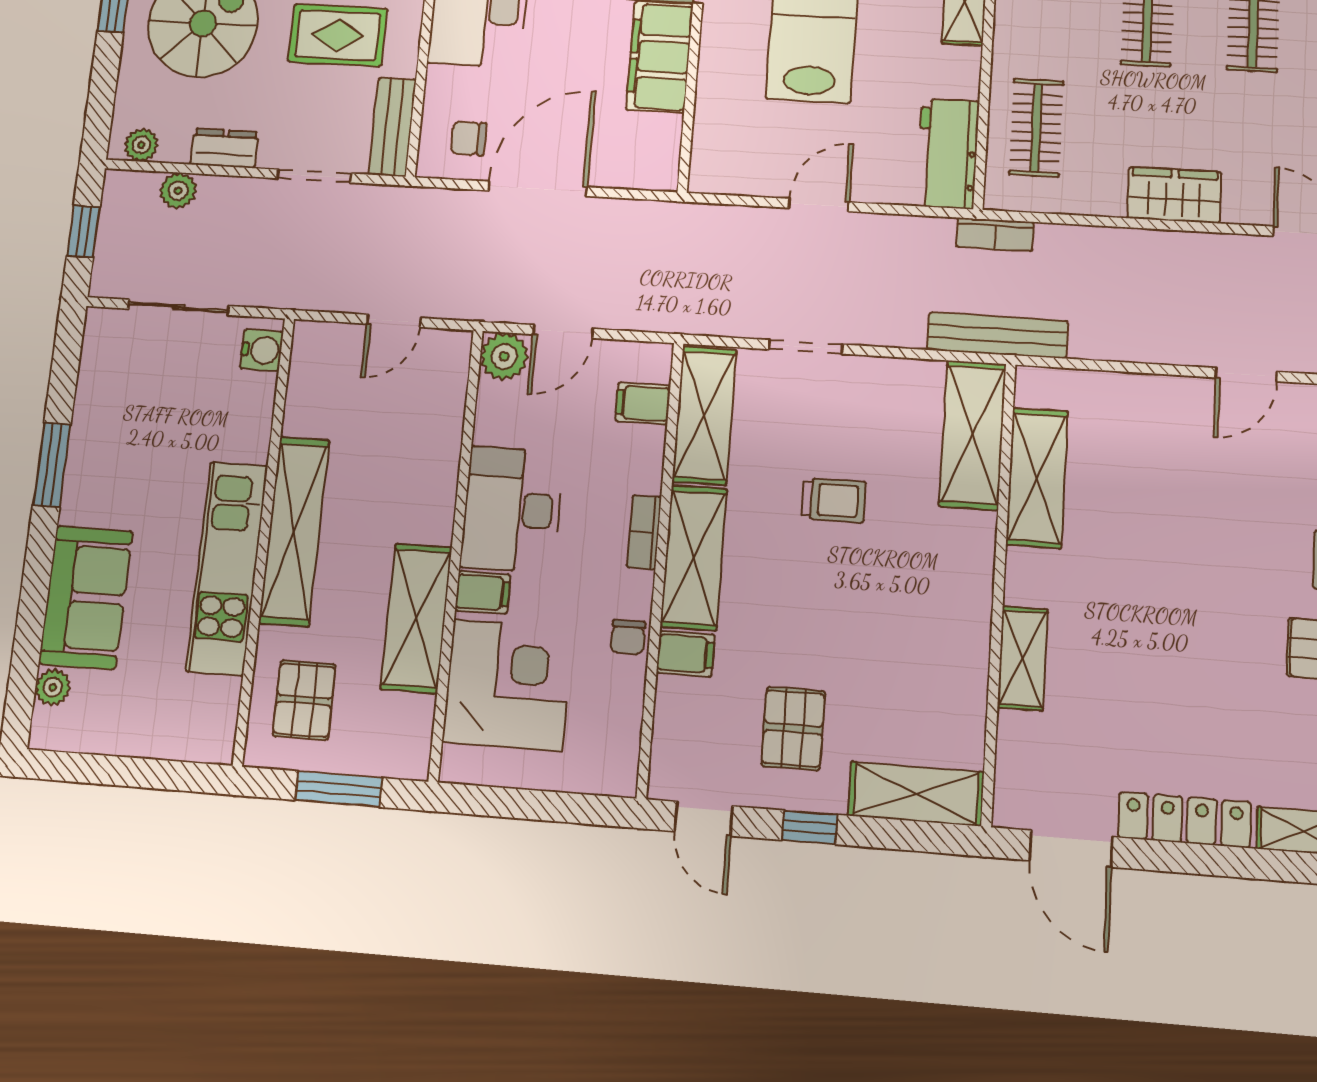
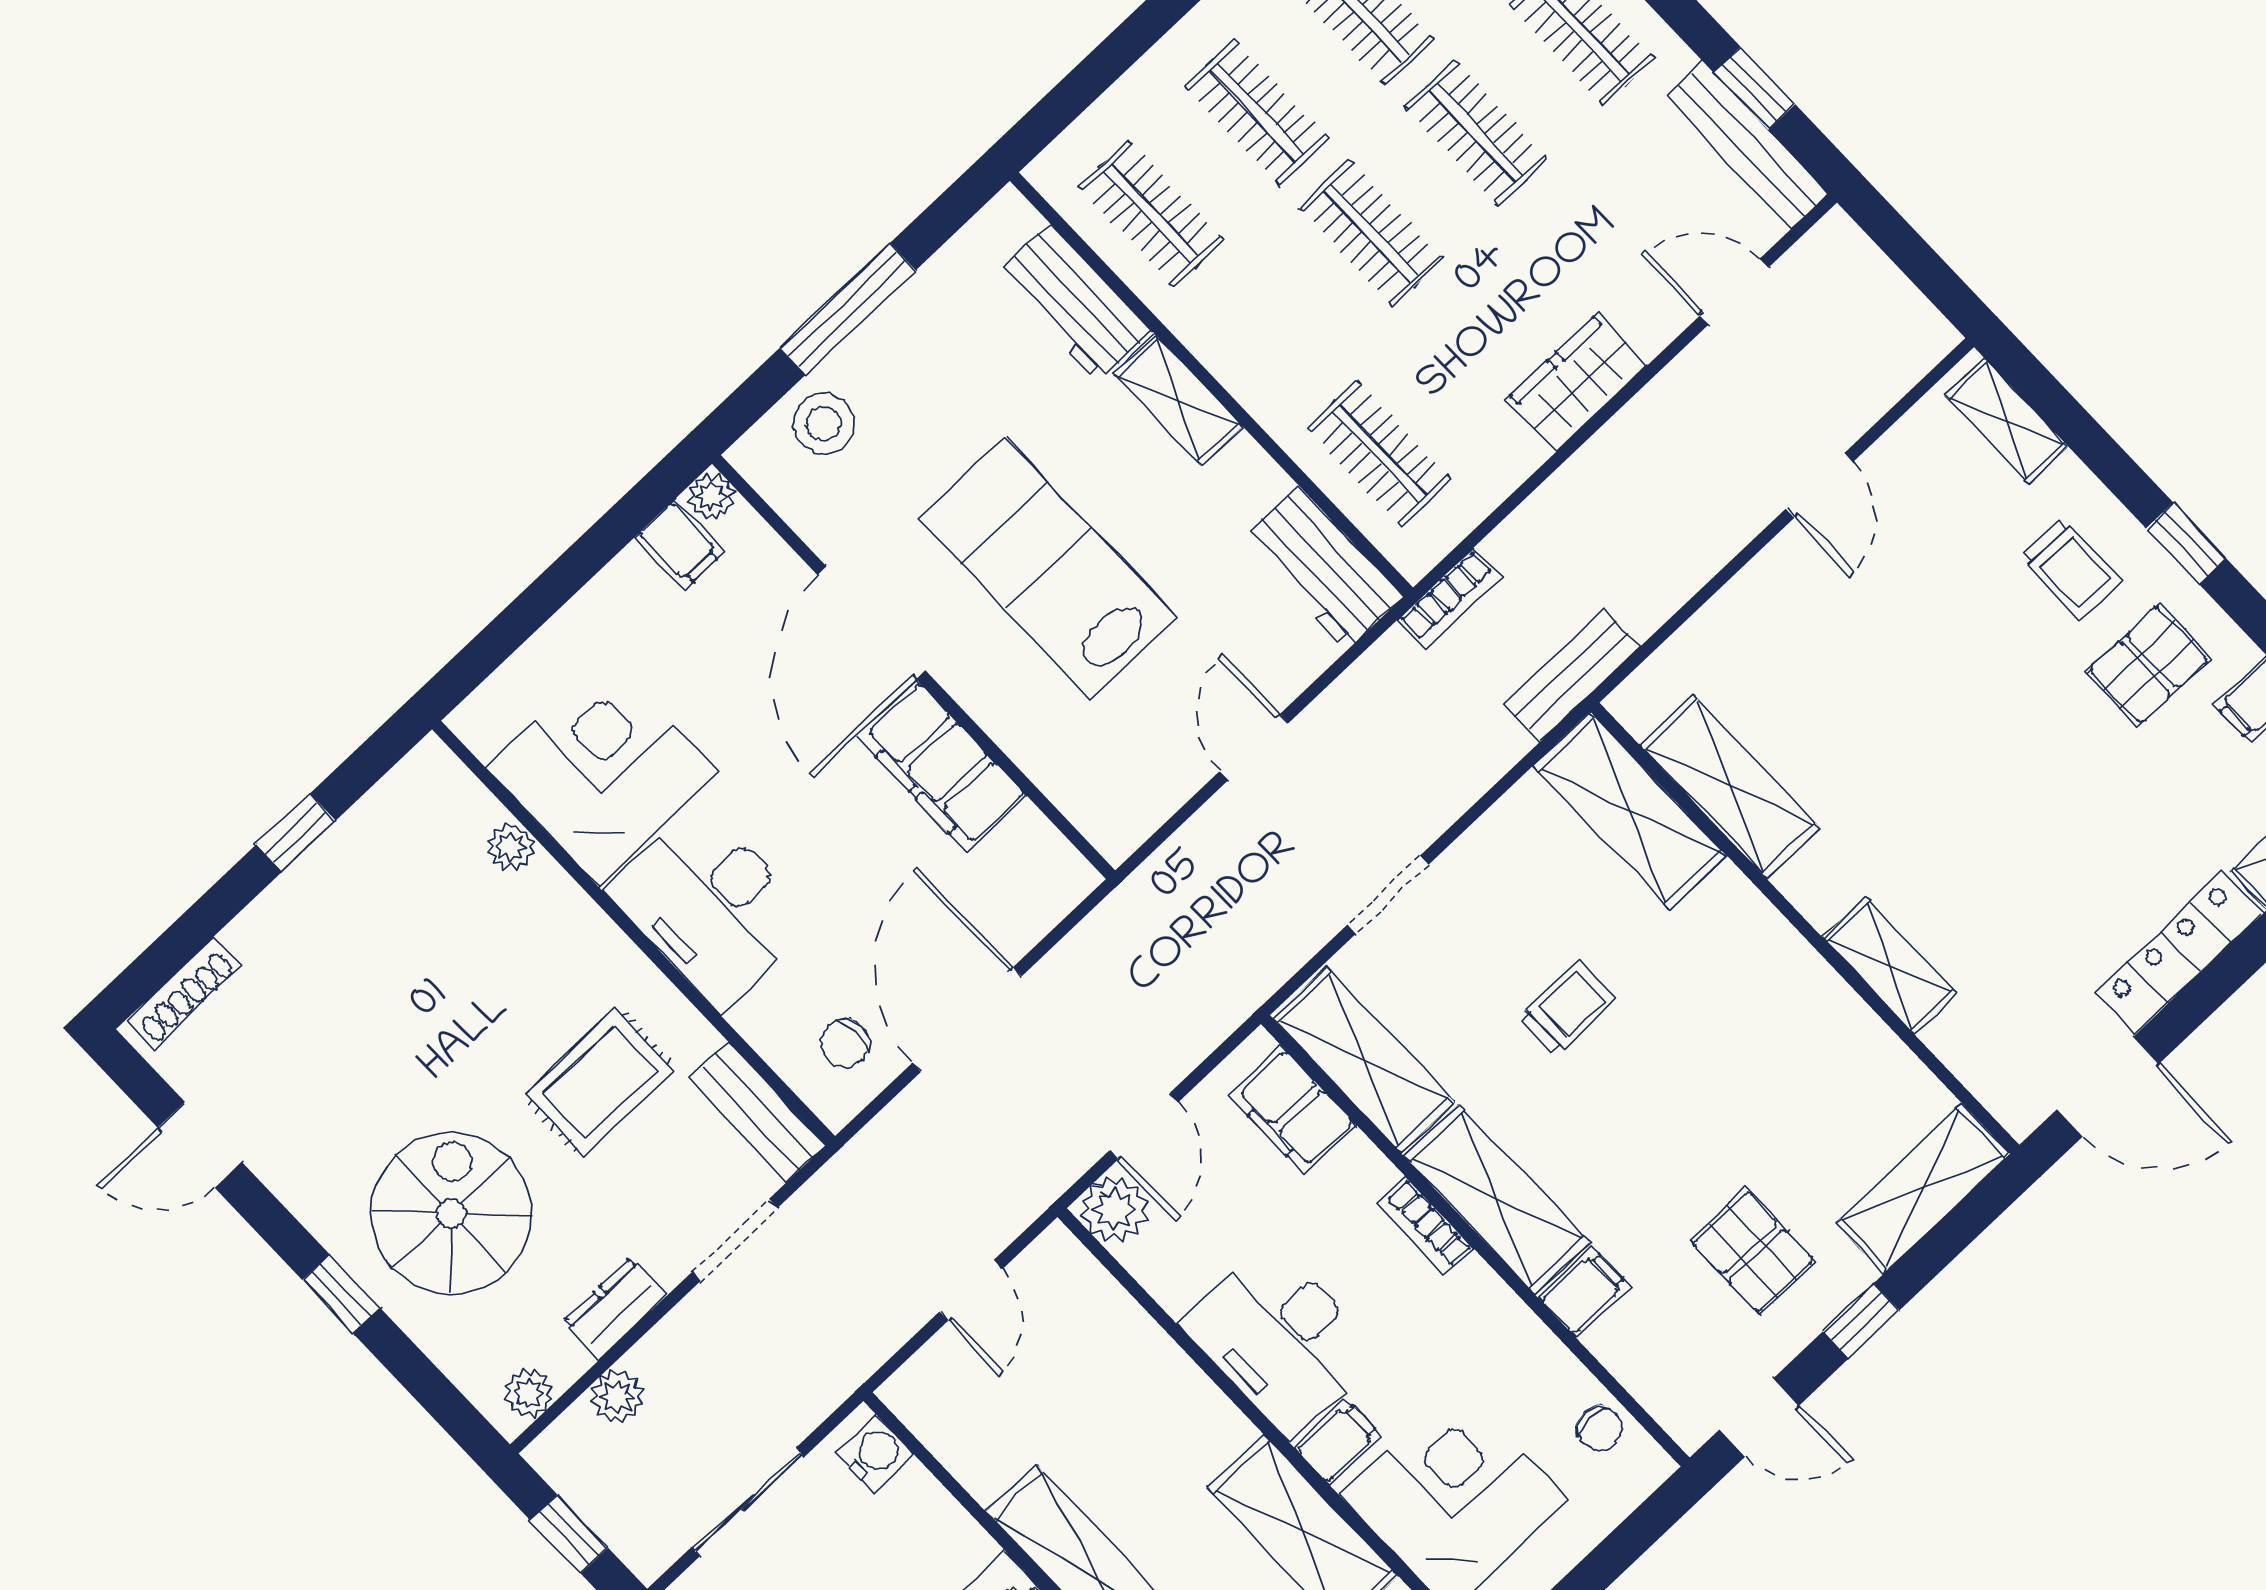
bench: (998, 335) -> (1572, 675), width x0.73
filing cabinet: (643, 403) -> (1293, 1111), width x2.00
chair: (628, 637) -> (1600, 1428), moved

